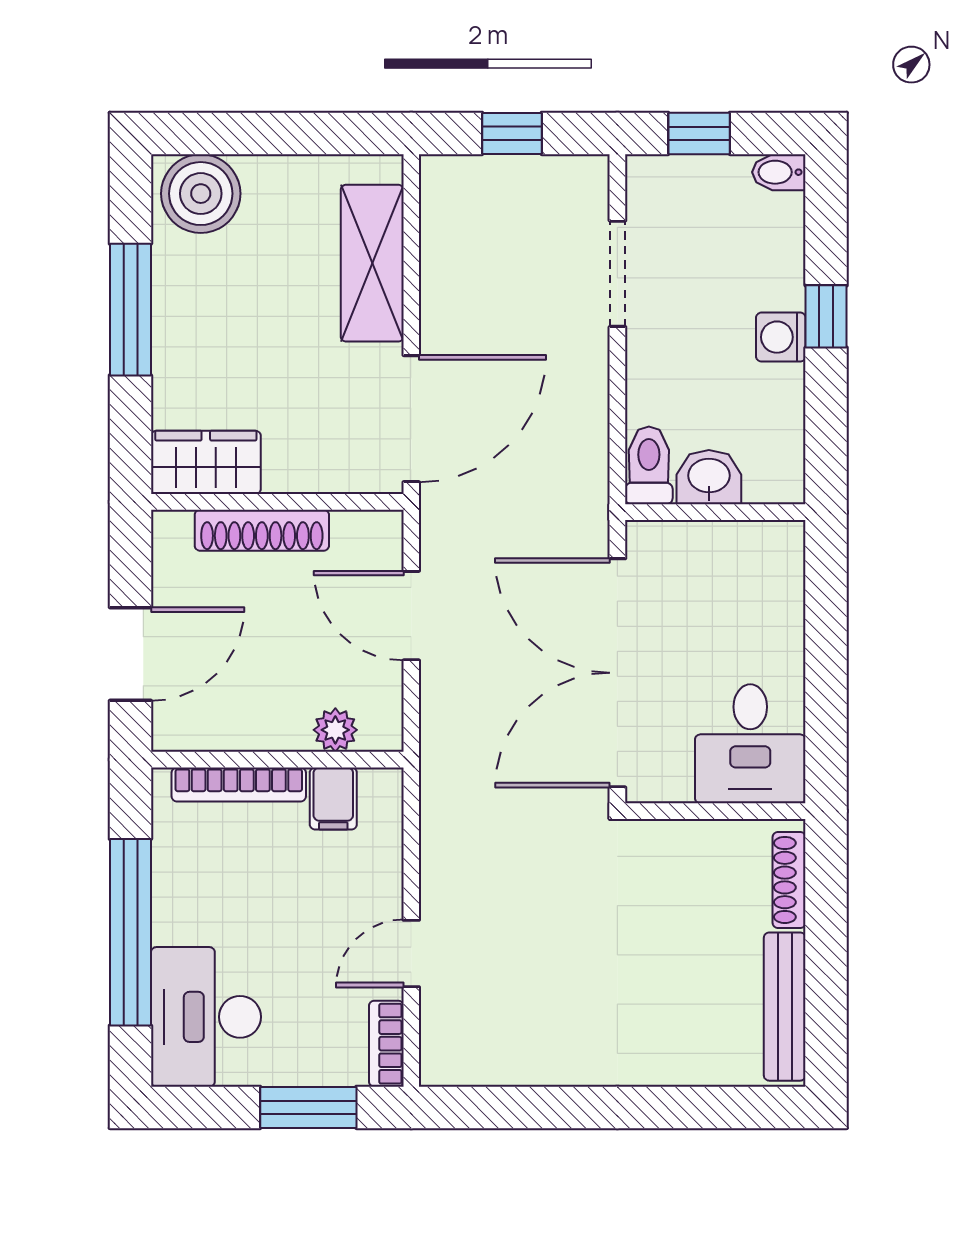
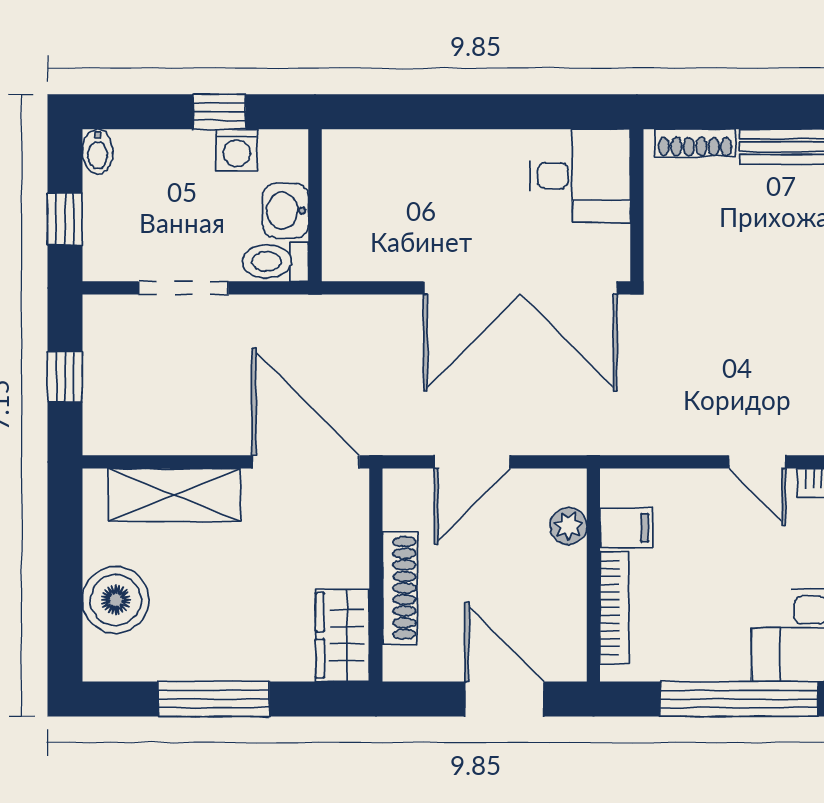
boiler: (201, 194) -> (116, 600), moved
toilet: (649, 465) -> (276, 261), moved
washbasin: (709, 477) -> (285, 211), moved
wall: (715, 512) -> (315, 205), moved

